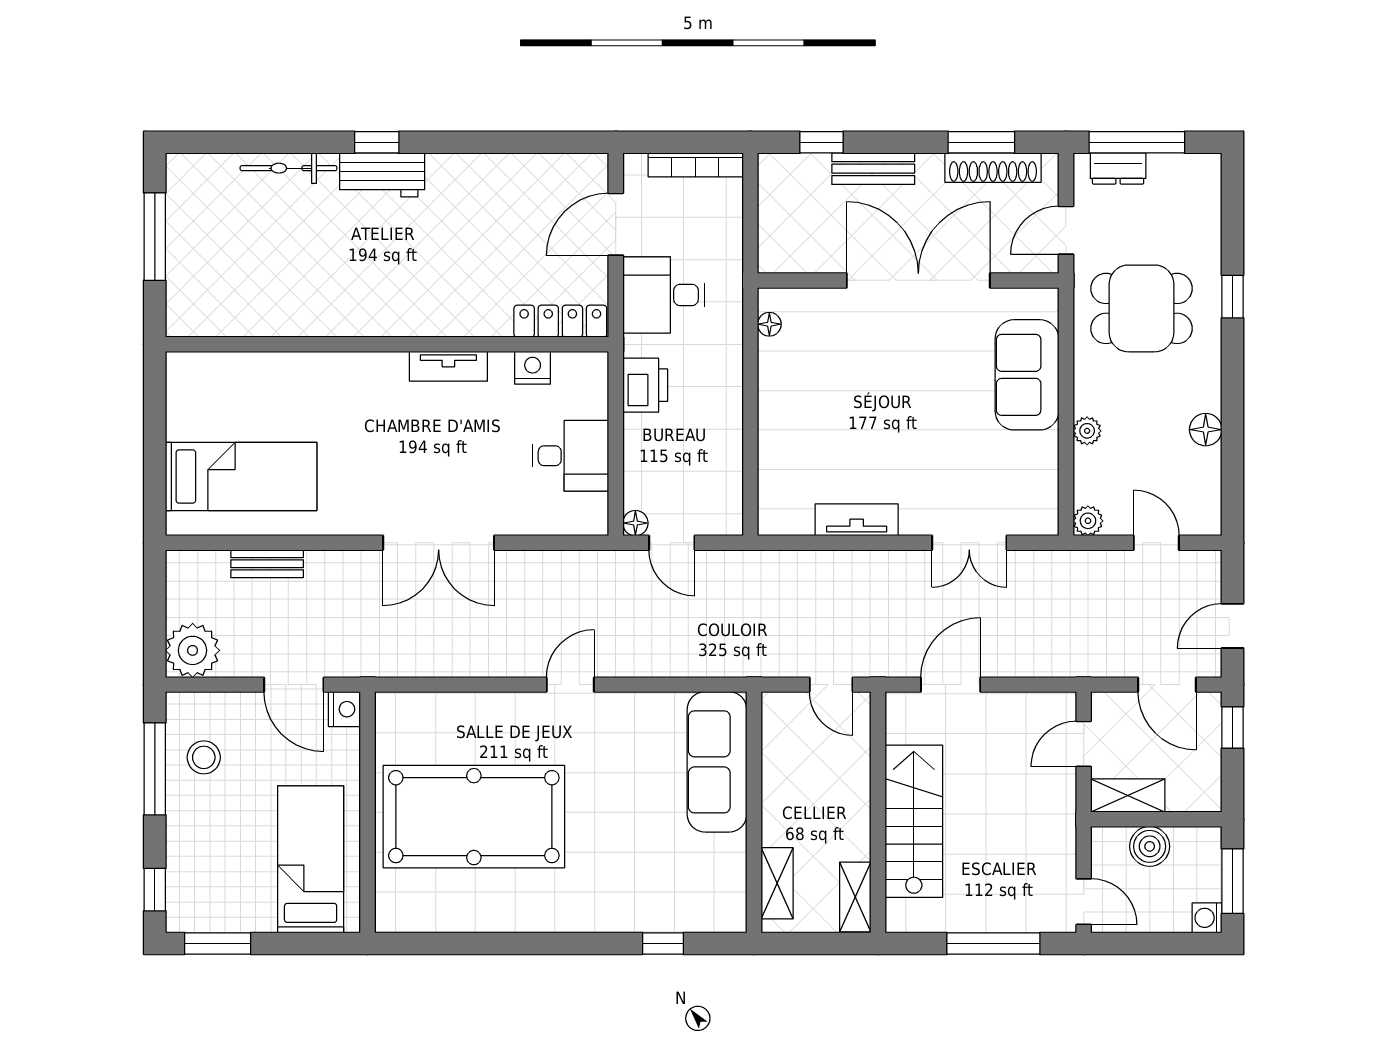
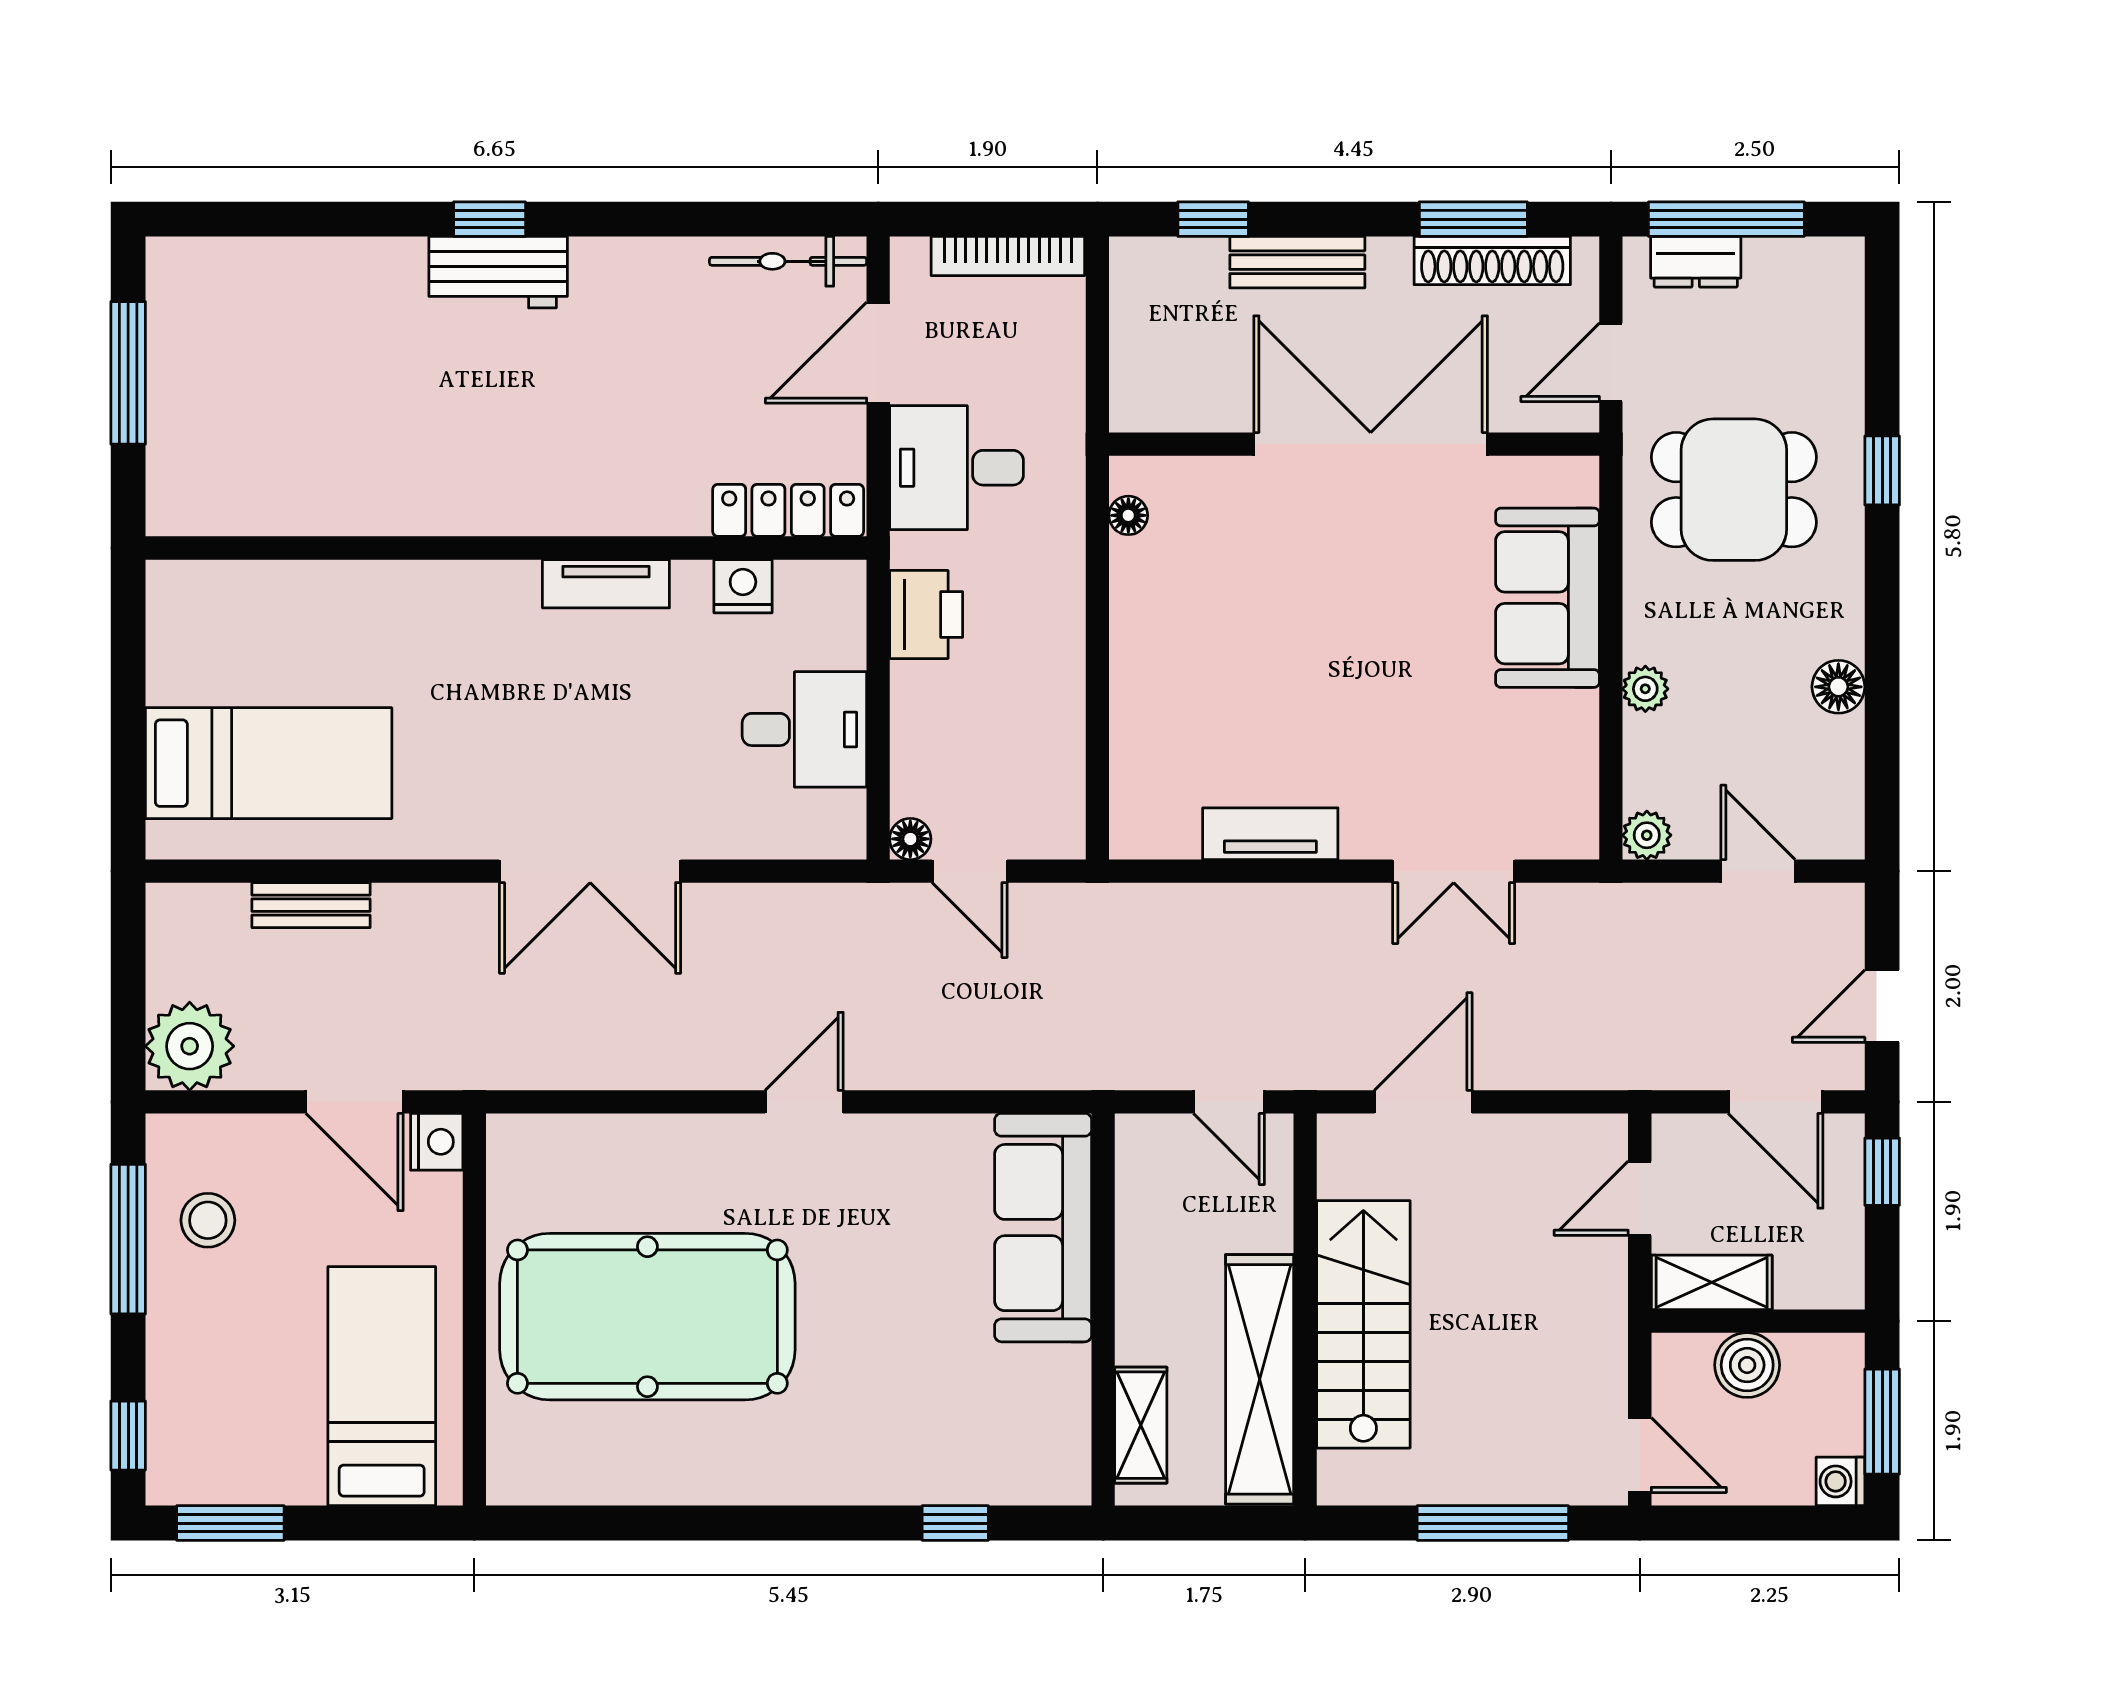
bicycle: (288, 168) -> (788, 261), moved
shelving: (855, 897) -> (1260, 1379), width x2.20, depth x1.33

